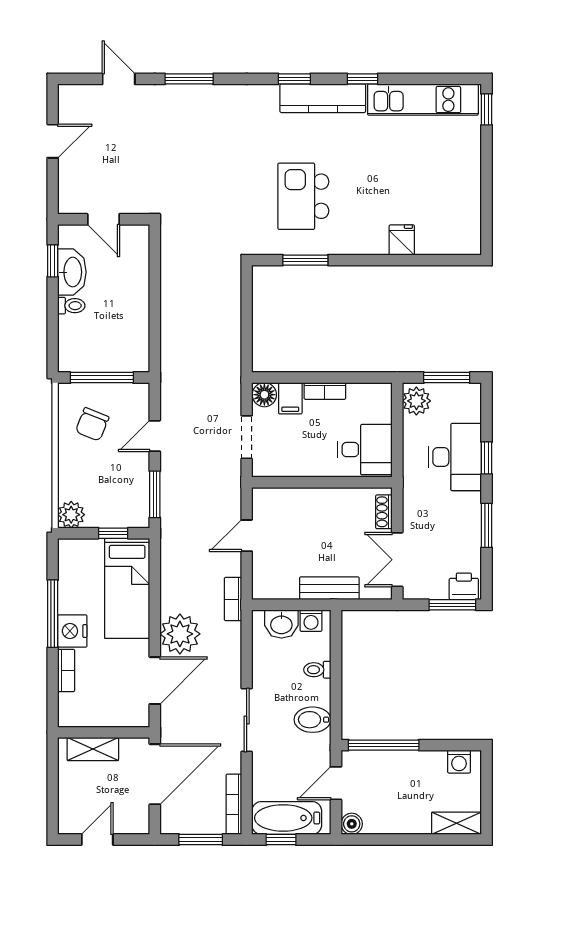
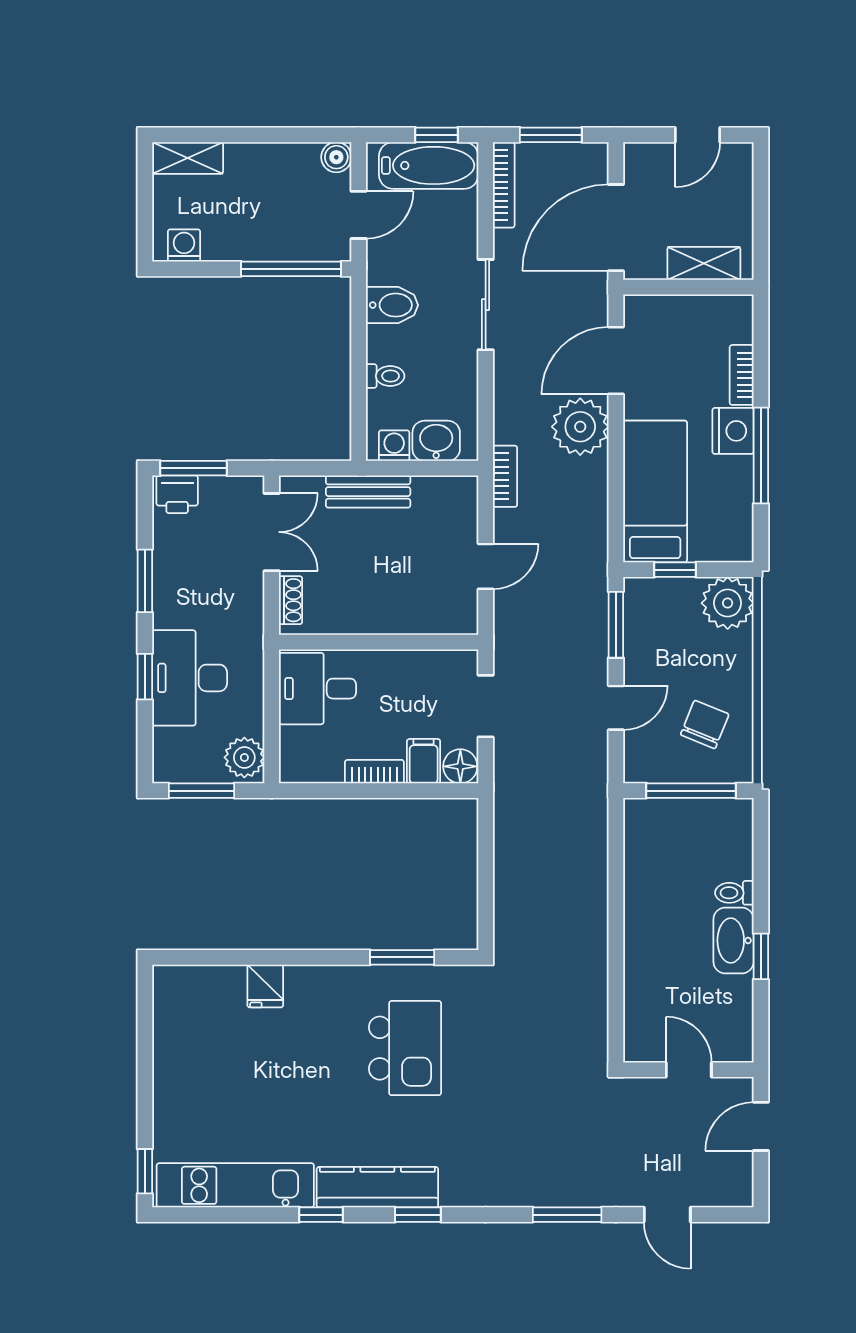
door: (103, 219) -> (689, 1070), moved
wall: (104, 219) -> (688, 1070), moved
plant: (71, 515) -> (728, 603), width x1.36, depth x1.36

